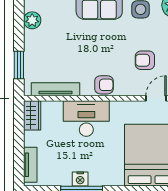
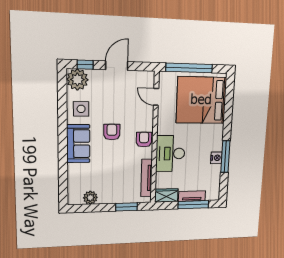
armchair: (145, 60) -> (112, 132), moved, turned 180
window: (19, 152) -> (193, 205), added
tv unit: (30, 165) -> (192, 196), moved

